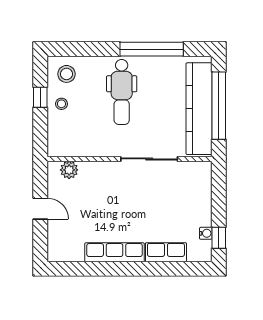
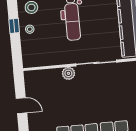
plant: (69, 170) -> (68, 73), moved

